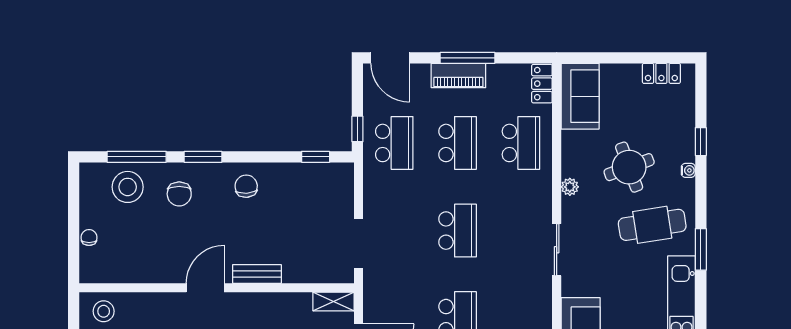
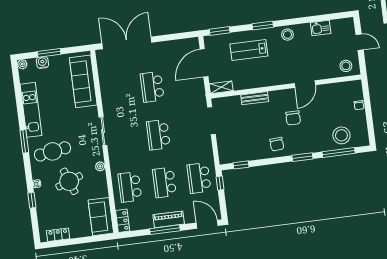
chair: (179, 194) -> (293, 118), moved, turned 180
bench: (257, 274) -> (255, 98), moved
door: (205, 288) -> (305, 84), moved

